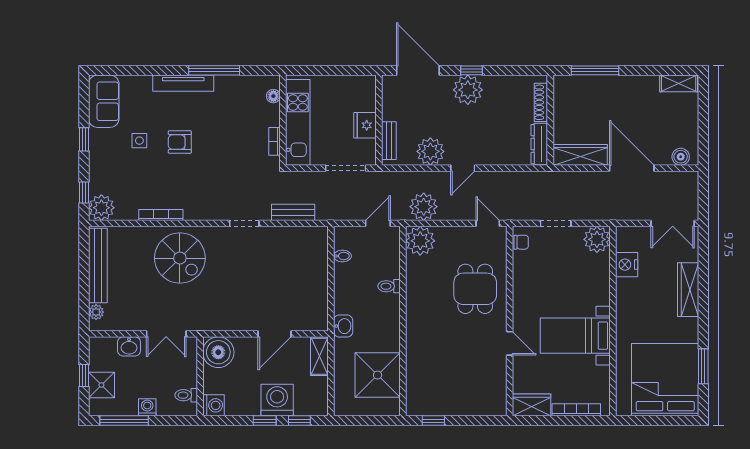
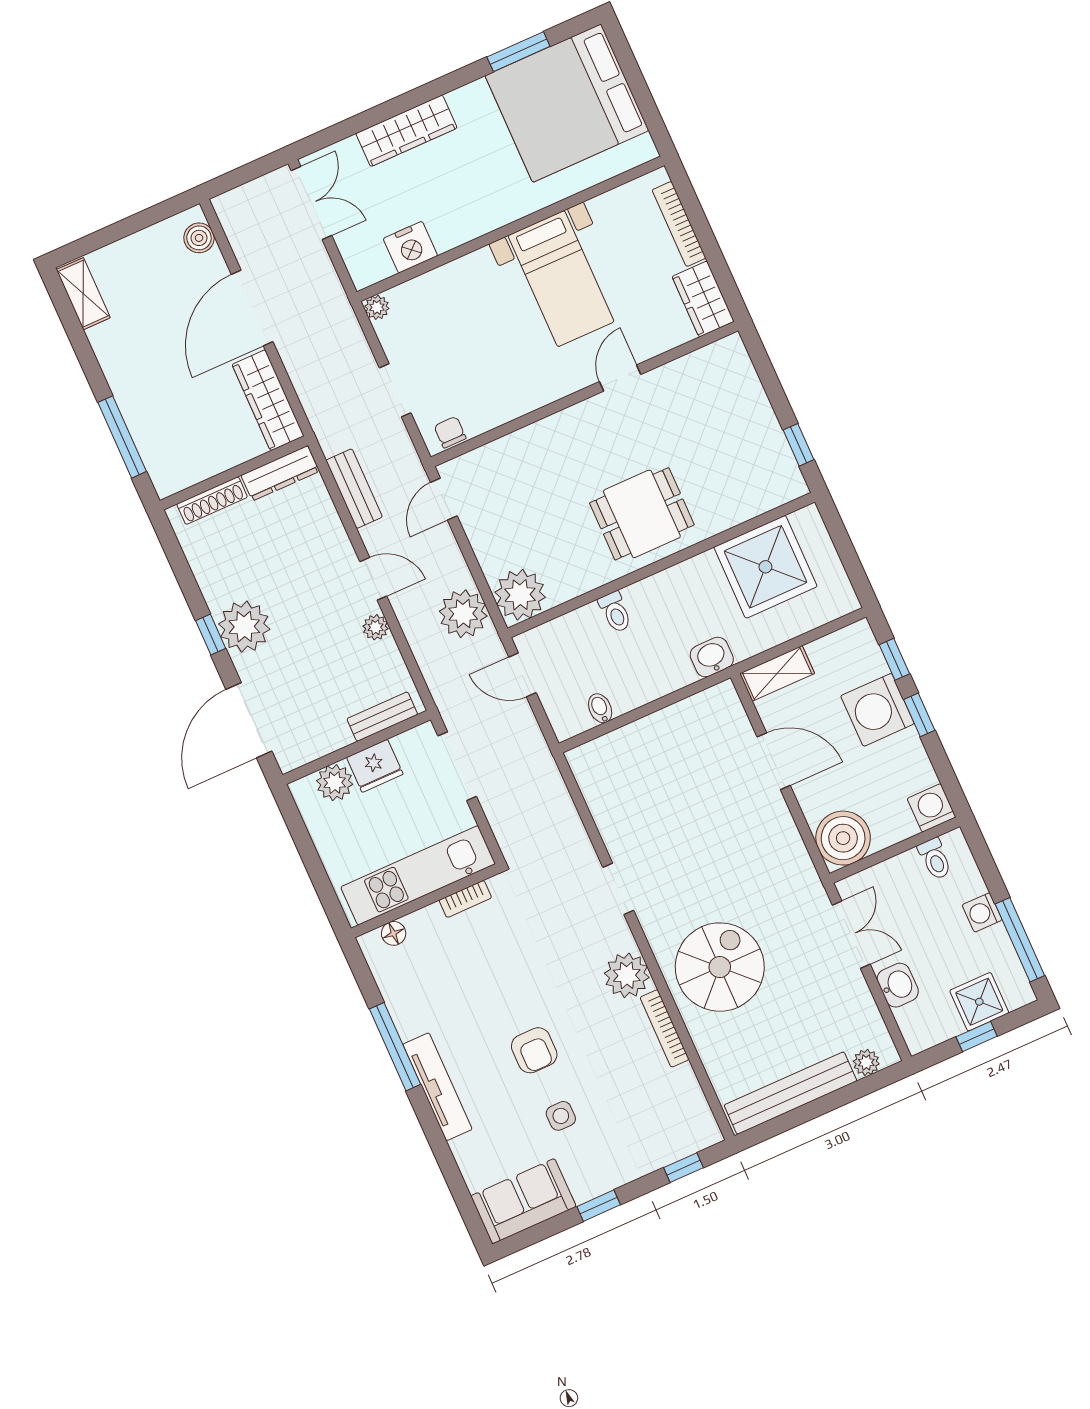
plant: (366, 100) -> (335, 783), added
plant: (430, 151) -> (376, 627), width x0.53, depth x0.53
plant: (101, 208) -> (627, 975), moved
bench: (293, 212) -> (354, 489), moved
plant: (597, 239) -> (377, 307), width x0.53, depth x0.53
dining table: (475, 289) -> (642, 514), moved

